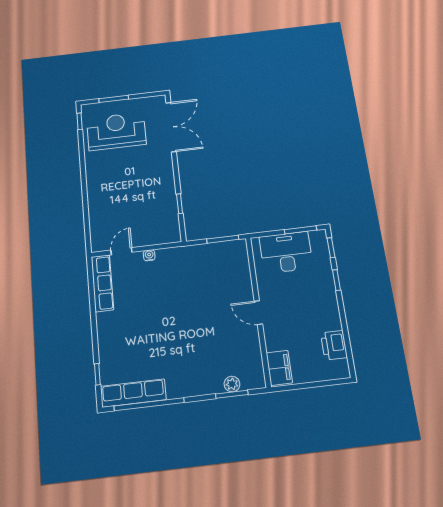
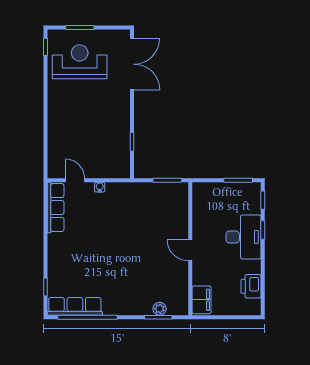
door: (121, 251) -> (75, 180), hinge flipped
desk: (286, 252) -> (243, 237), moved, turned 90

